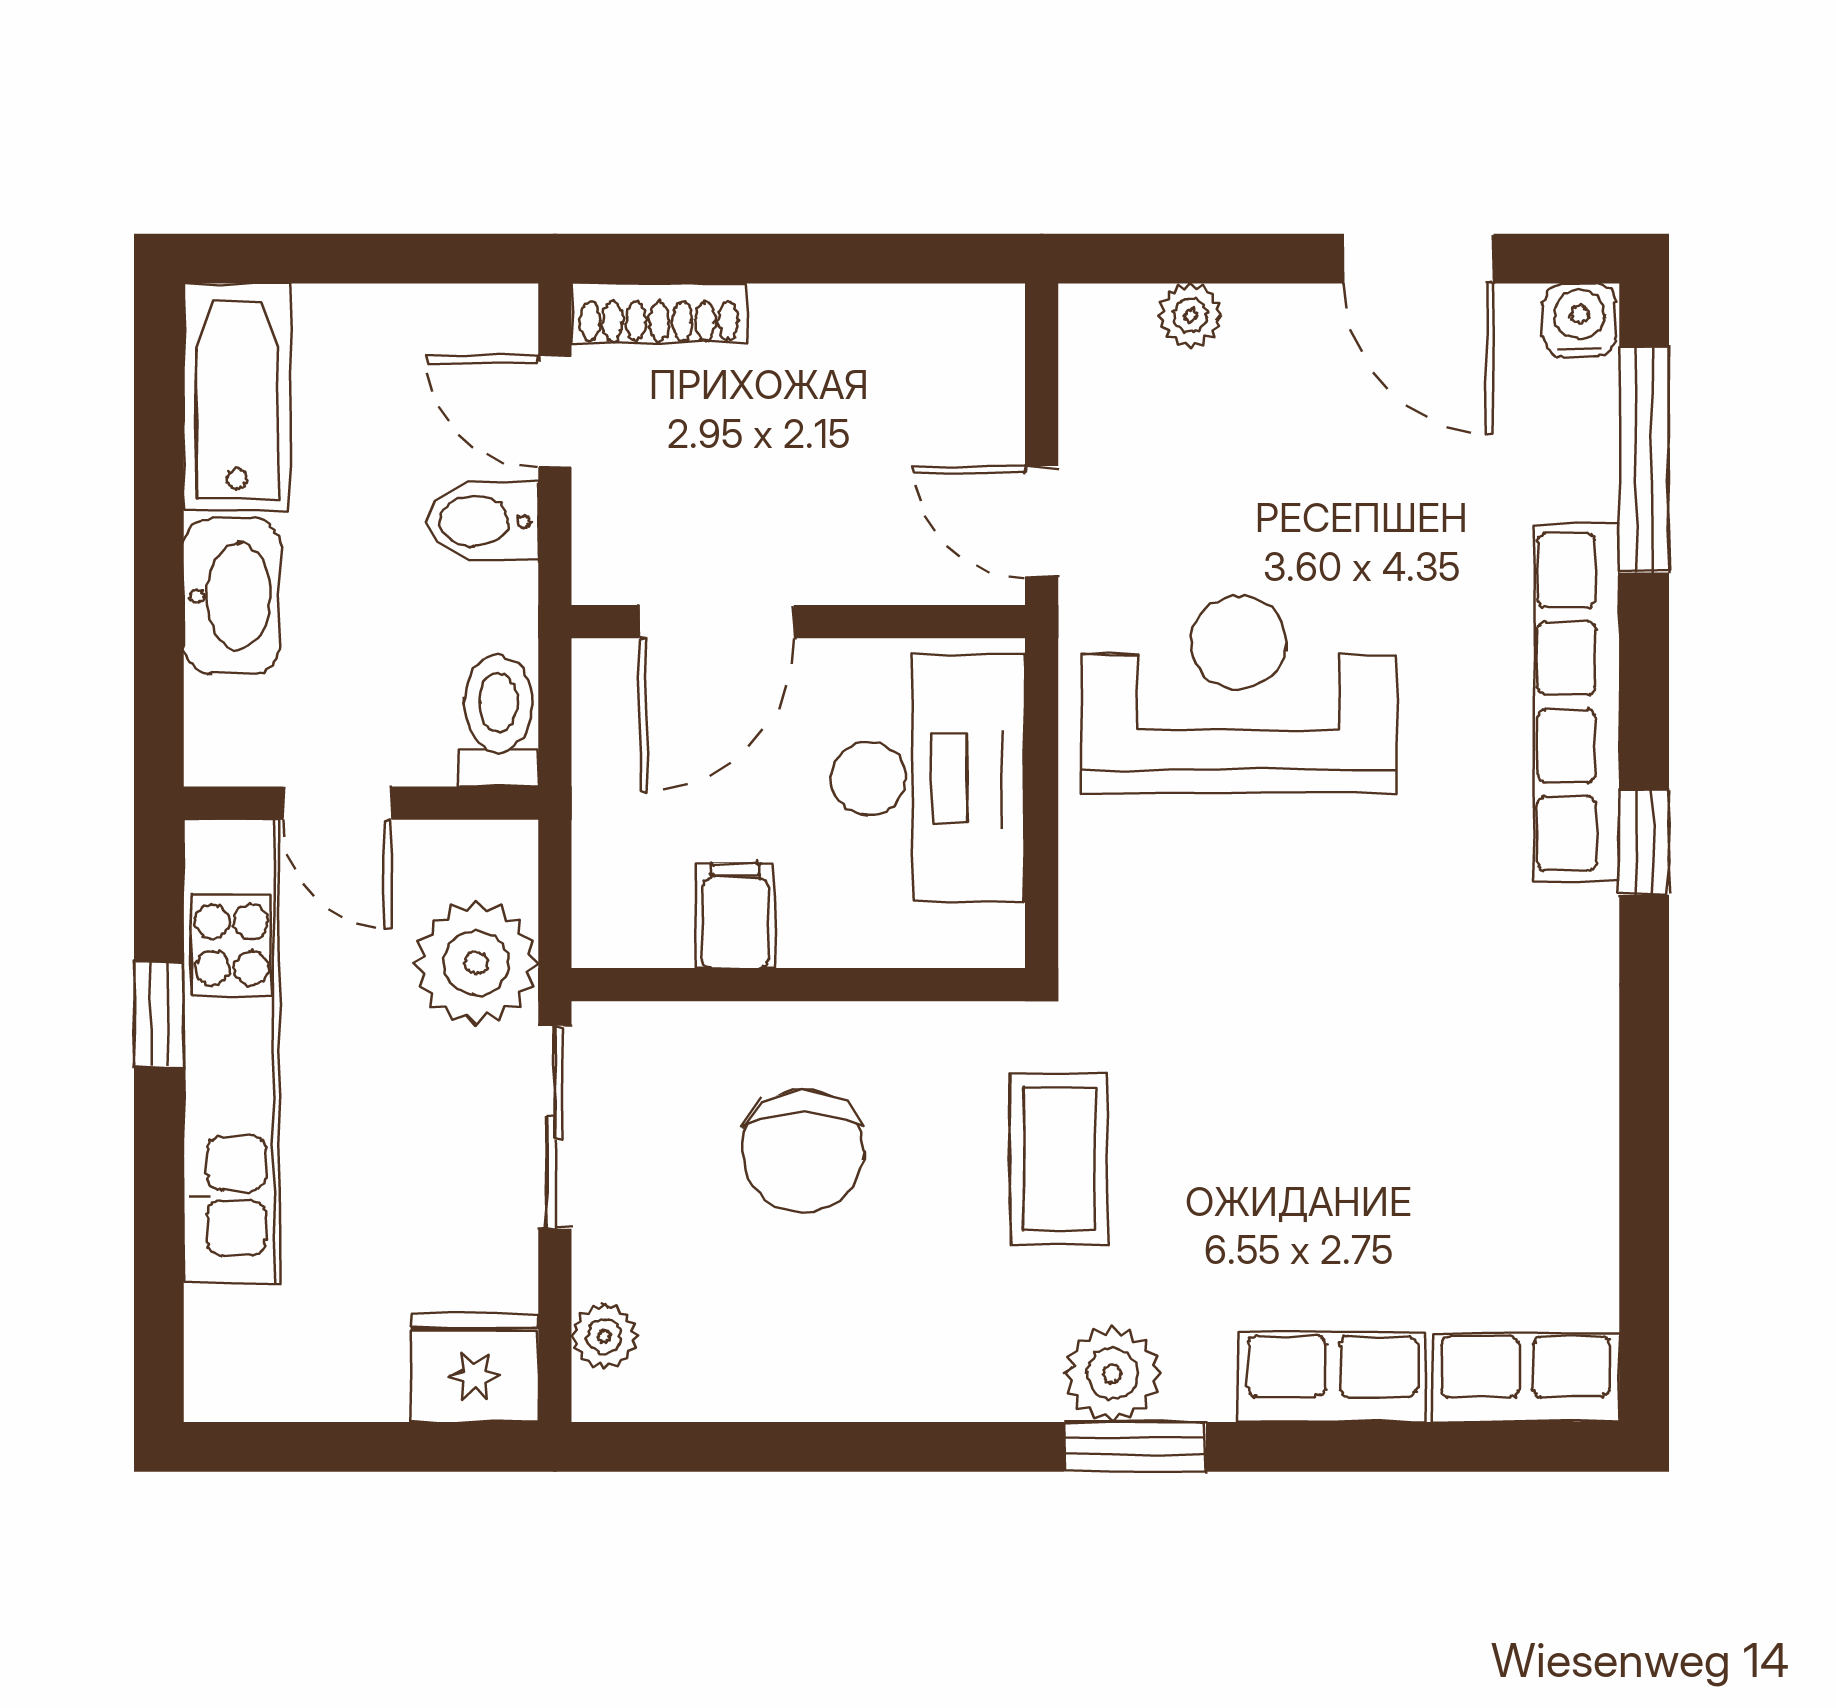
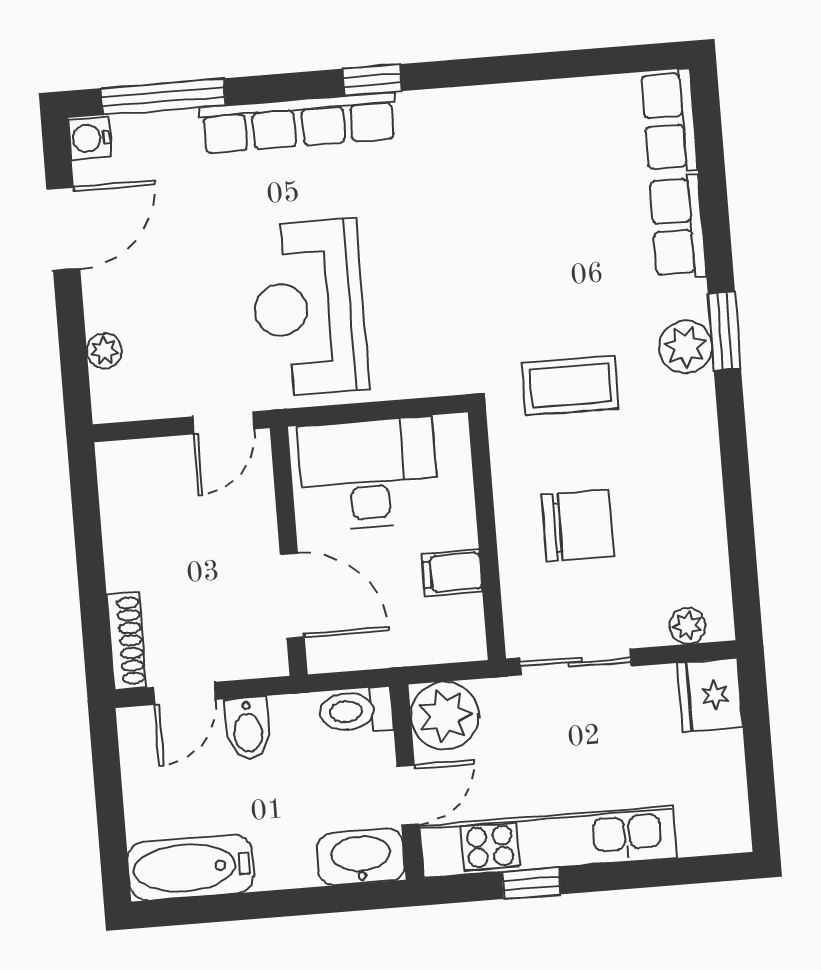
washbasin: (232, 596) -> (361, 857), moved
plant: (476, 963) -> (445, 716), moved

